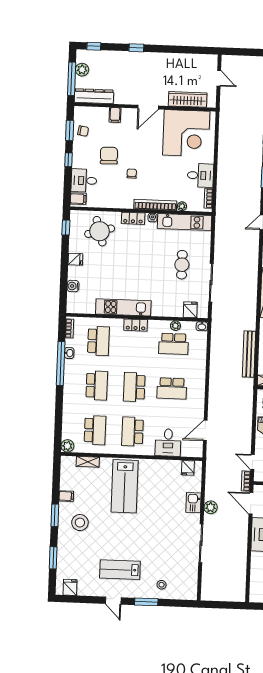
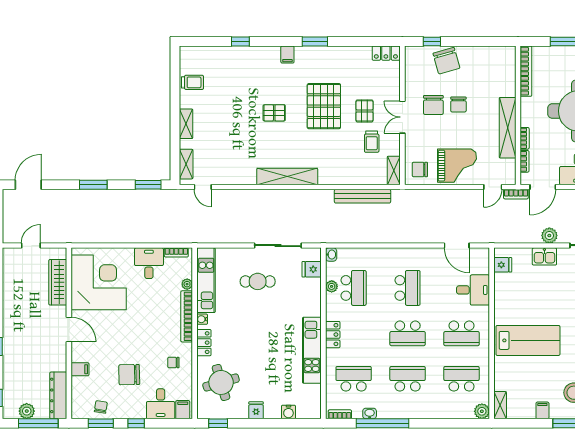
chair: (132, 174) -> (173, 363), moved
shelving: (88, 462) -> (500, 405), moved

